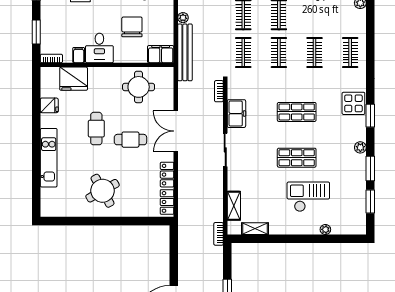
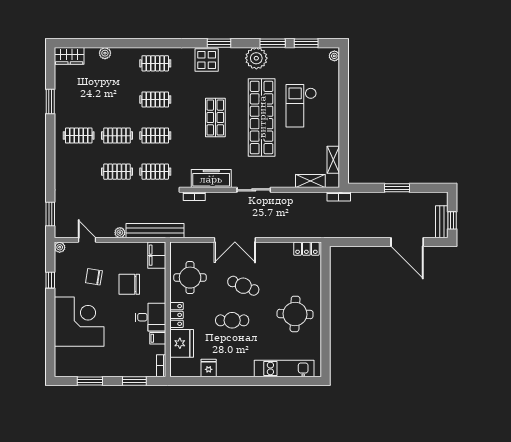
freezer: (236, 114) -> (211, 179), width x1.40
cafe table: (130, 140) -> (243, 286), turned -68
plant: (360, 147) -> (256, 58), width x1.87, depth x1.87
kitchen unit: (49, 158) -> (284, 368), moved
shop shelf: (297, 158) -> (262, 117), width x2.00, depth x1.36
locker: (167, 175) -> (177, 315), moved, turned -90
round table: (103, 191) -> (295, 314), turned 31
plant: (325, 229) -> (334, 56), moved

